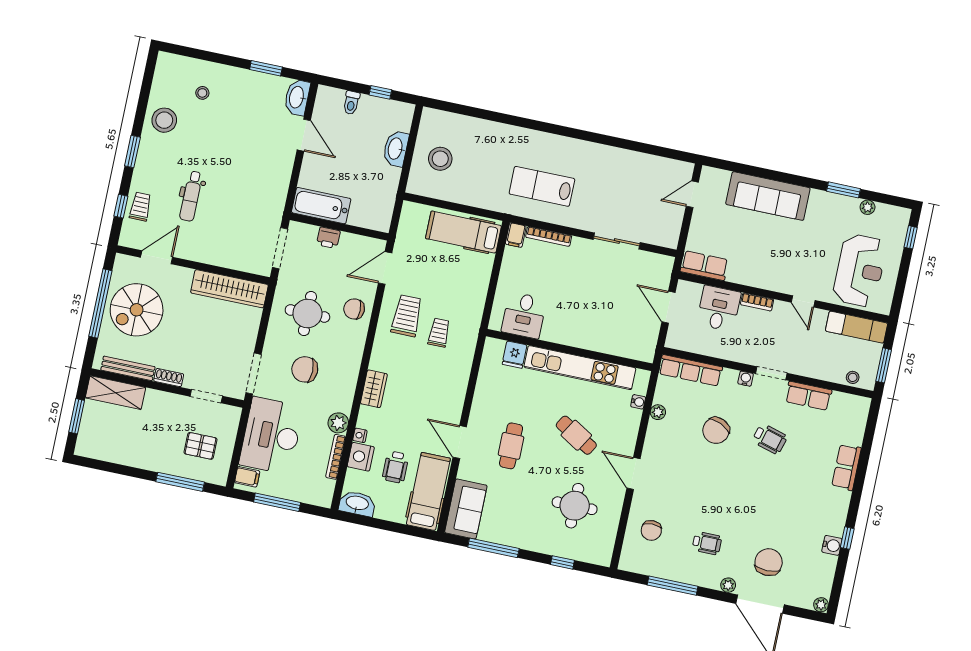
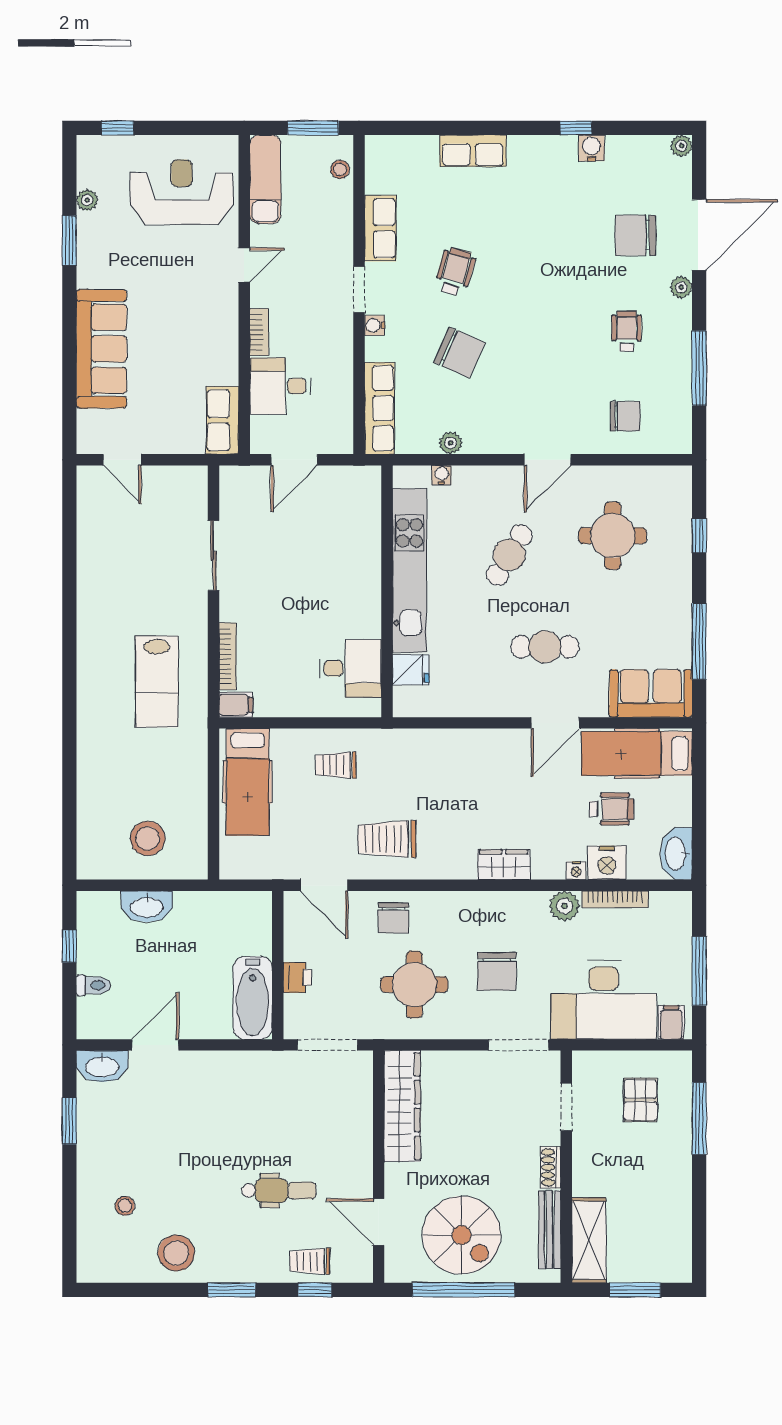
trolley: (439, 333) -> (336, 765), moved

